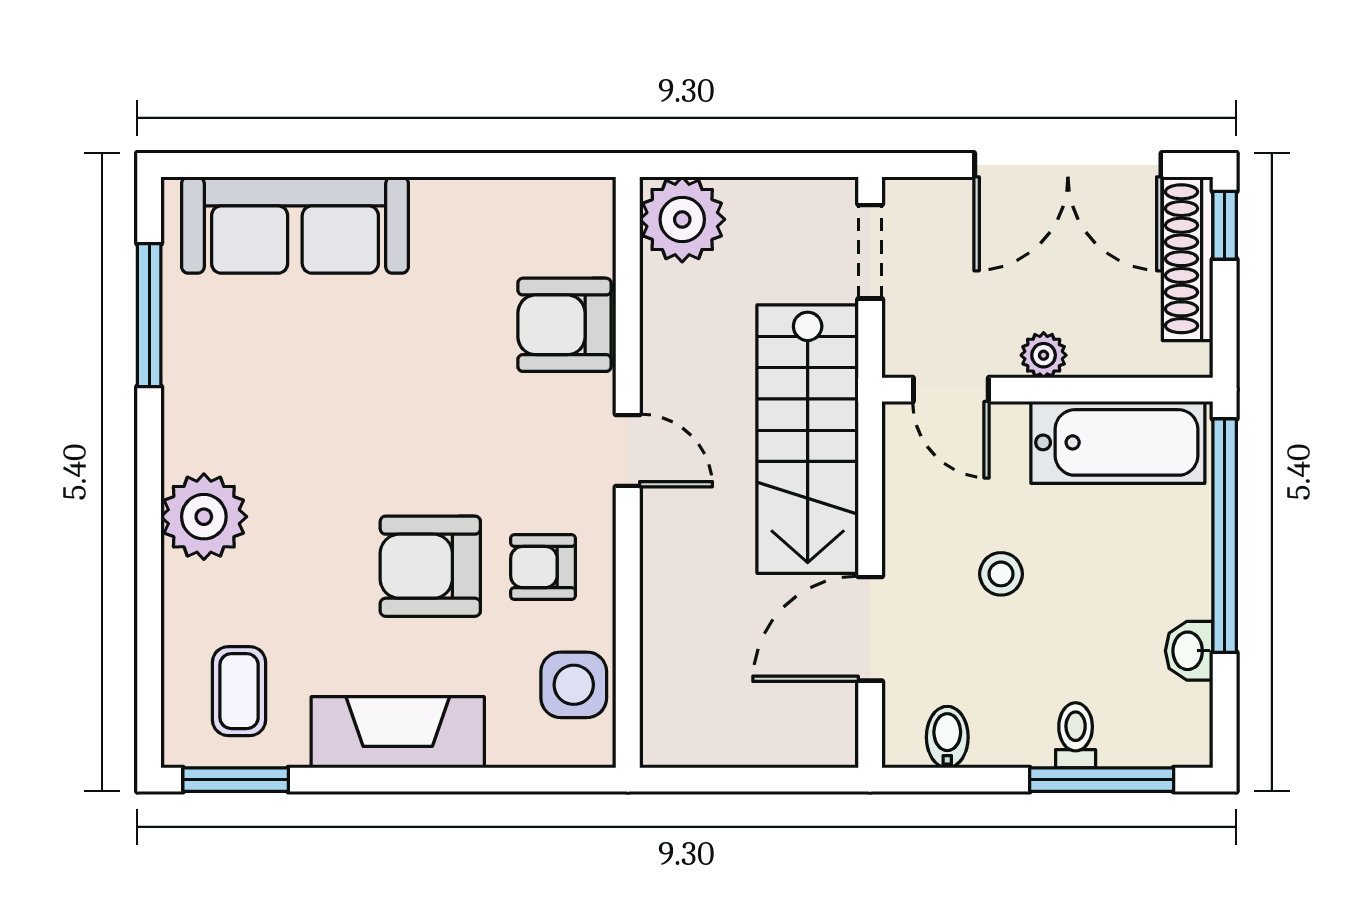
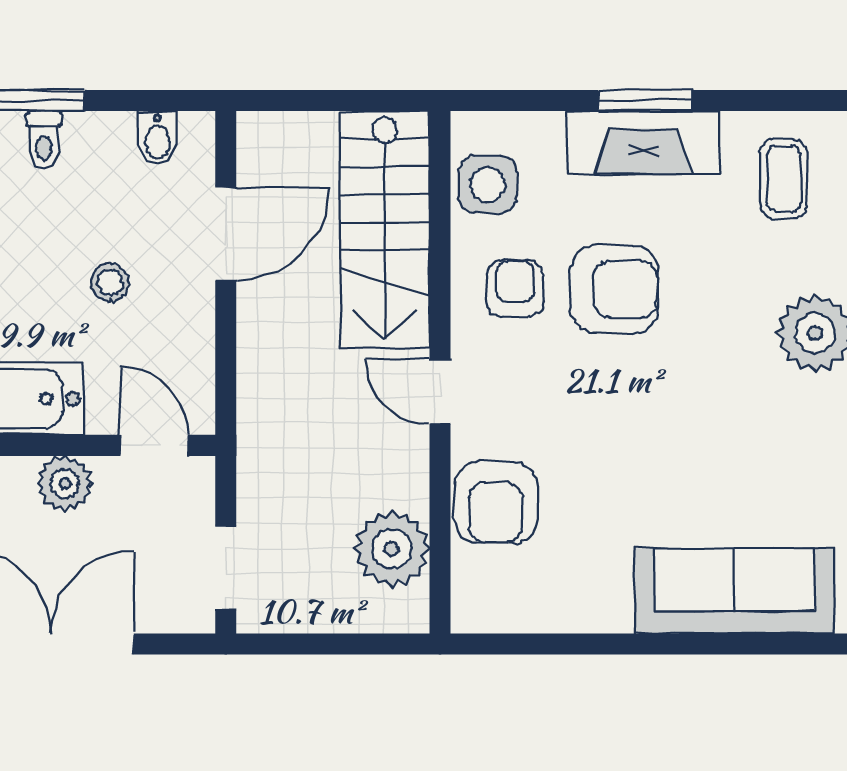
plant: (682, 219) -> (392, 549), moved
armchair: (565, 325) -> (496, 503), turned 90
plant: (1044, 355) -> (65, 483), width x1.38, depth x1.38
stairs: (808, 439) -> (385, 230), moved, turned 180
armchair: (543, 567) -> (515, 289), turned -90
window: (236, 780) -> (645, 101), moved

